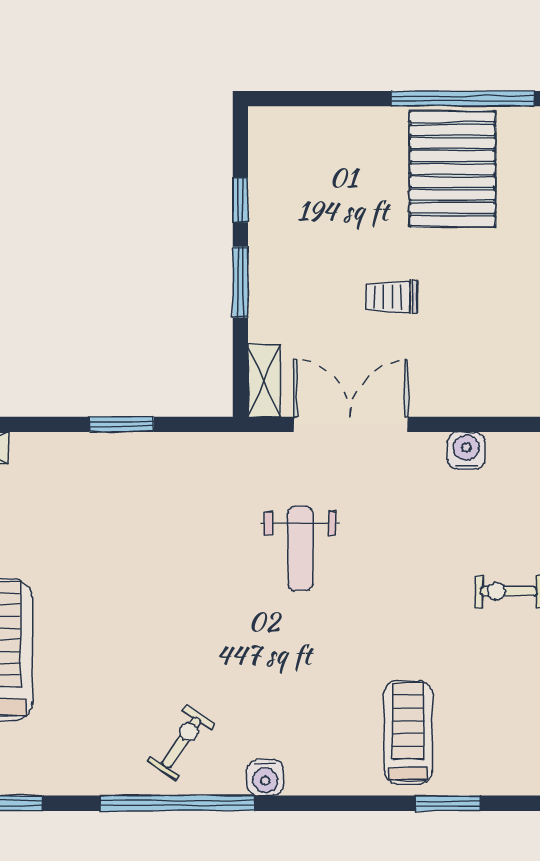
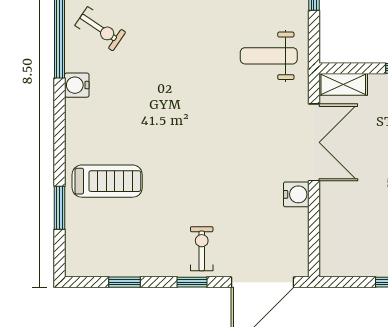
water cooler: (466, 451) -> (296, 194), moved
weight bench: (300, 548) -> (269, 56), moved

